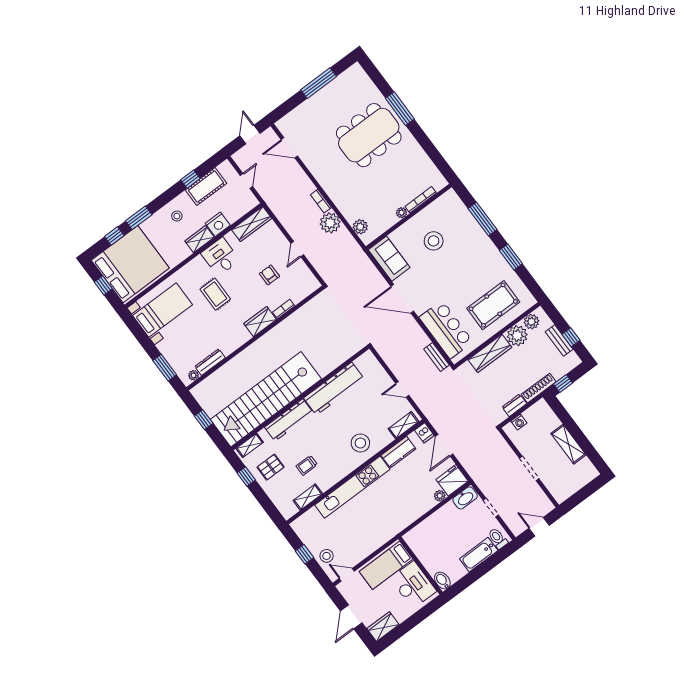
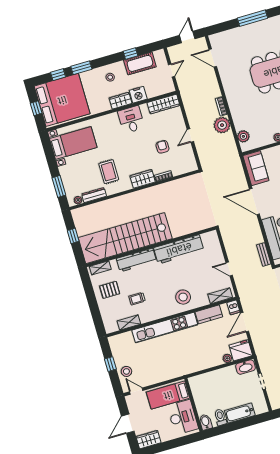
rug: (215, 294) -> (109, 172), moved
window: (246, 476) -> (89, 290), removed
toilet: (498, 538) -> (220, 417), moved

